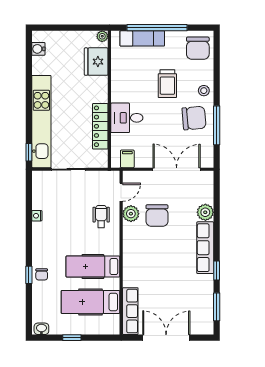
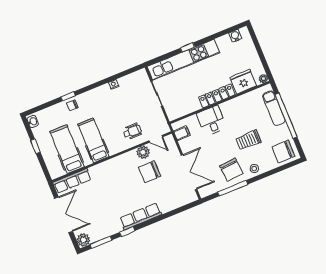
locker: (100, 126) -> (217, 96), moved
window: (29, 152) -> (187, 47), moved
plant: (205, 212) -> (83, 240), moved

